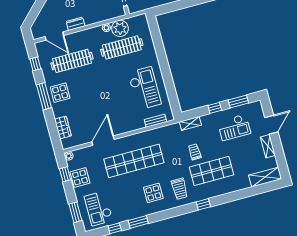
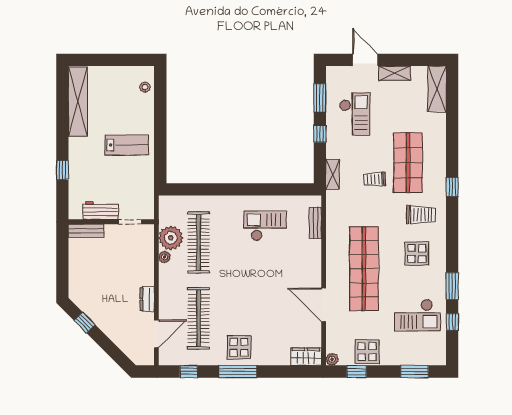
checkout: (145, 88) -> (265, 226), width x0.73, depth x0.83
wardrobe: (63, 127) -> (306, 357), moved
checkout: (99, 208) -> (417, 315), moved

